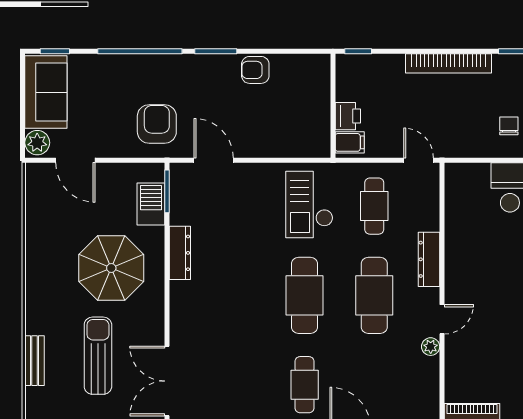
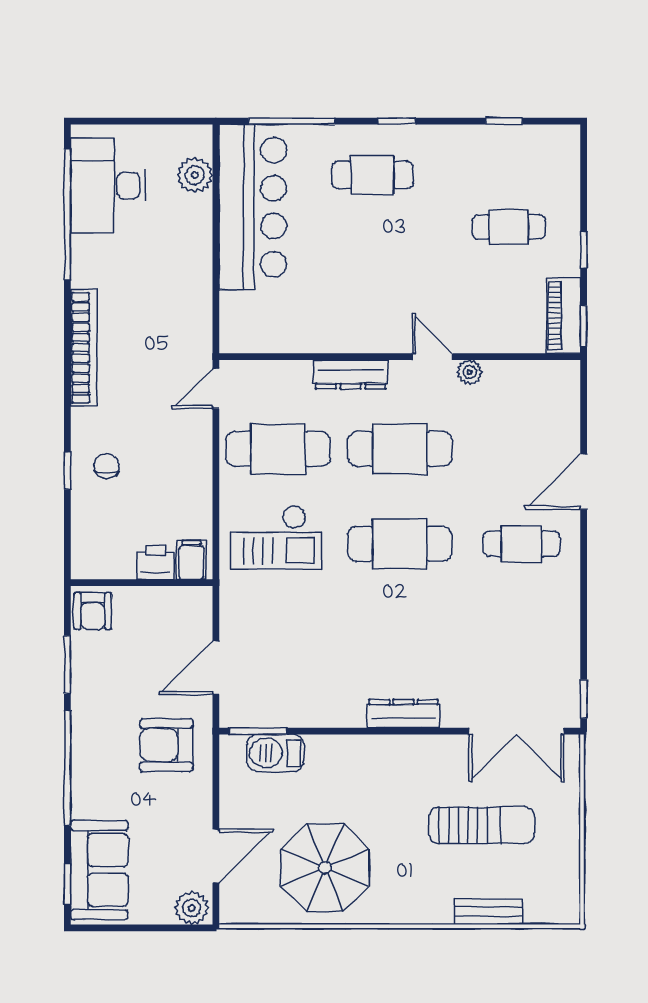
sofa: (46, 92) -> (99, 870), moved, turned 90
wall: (333, 106) -> (142, 583), moved
printer: (348, 116) -> (155, 562), moved
chair: (509, 126) -> (107, 466), moved, turned 90
filing cabinet: (350, 142) -> (191, 560), moved
cafe table: (374, 206) -> (278, 449), width x1.37, depth x1.35
dresser: (180, 253) -> (403, 714), moved
parasol: (111, 268) -> (325, 868), moved
sun lounger: (98, 356) -> (482, 825), turned 180

